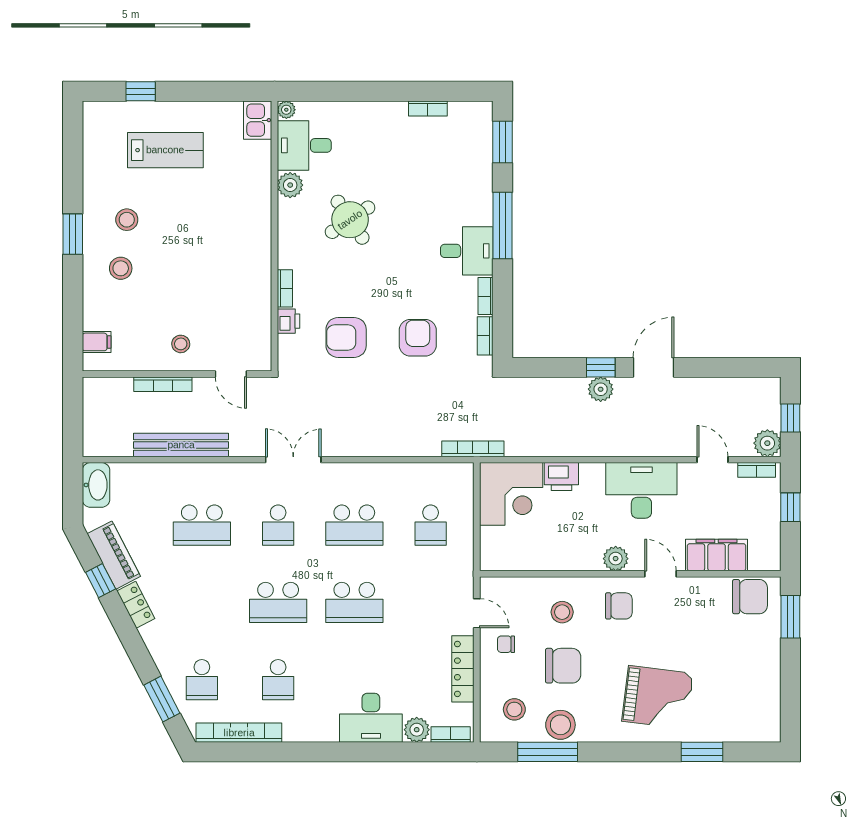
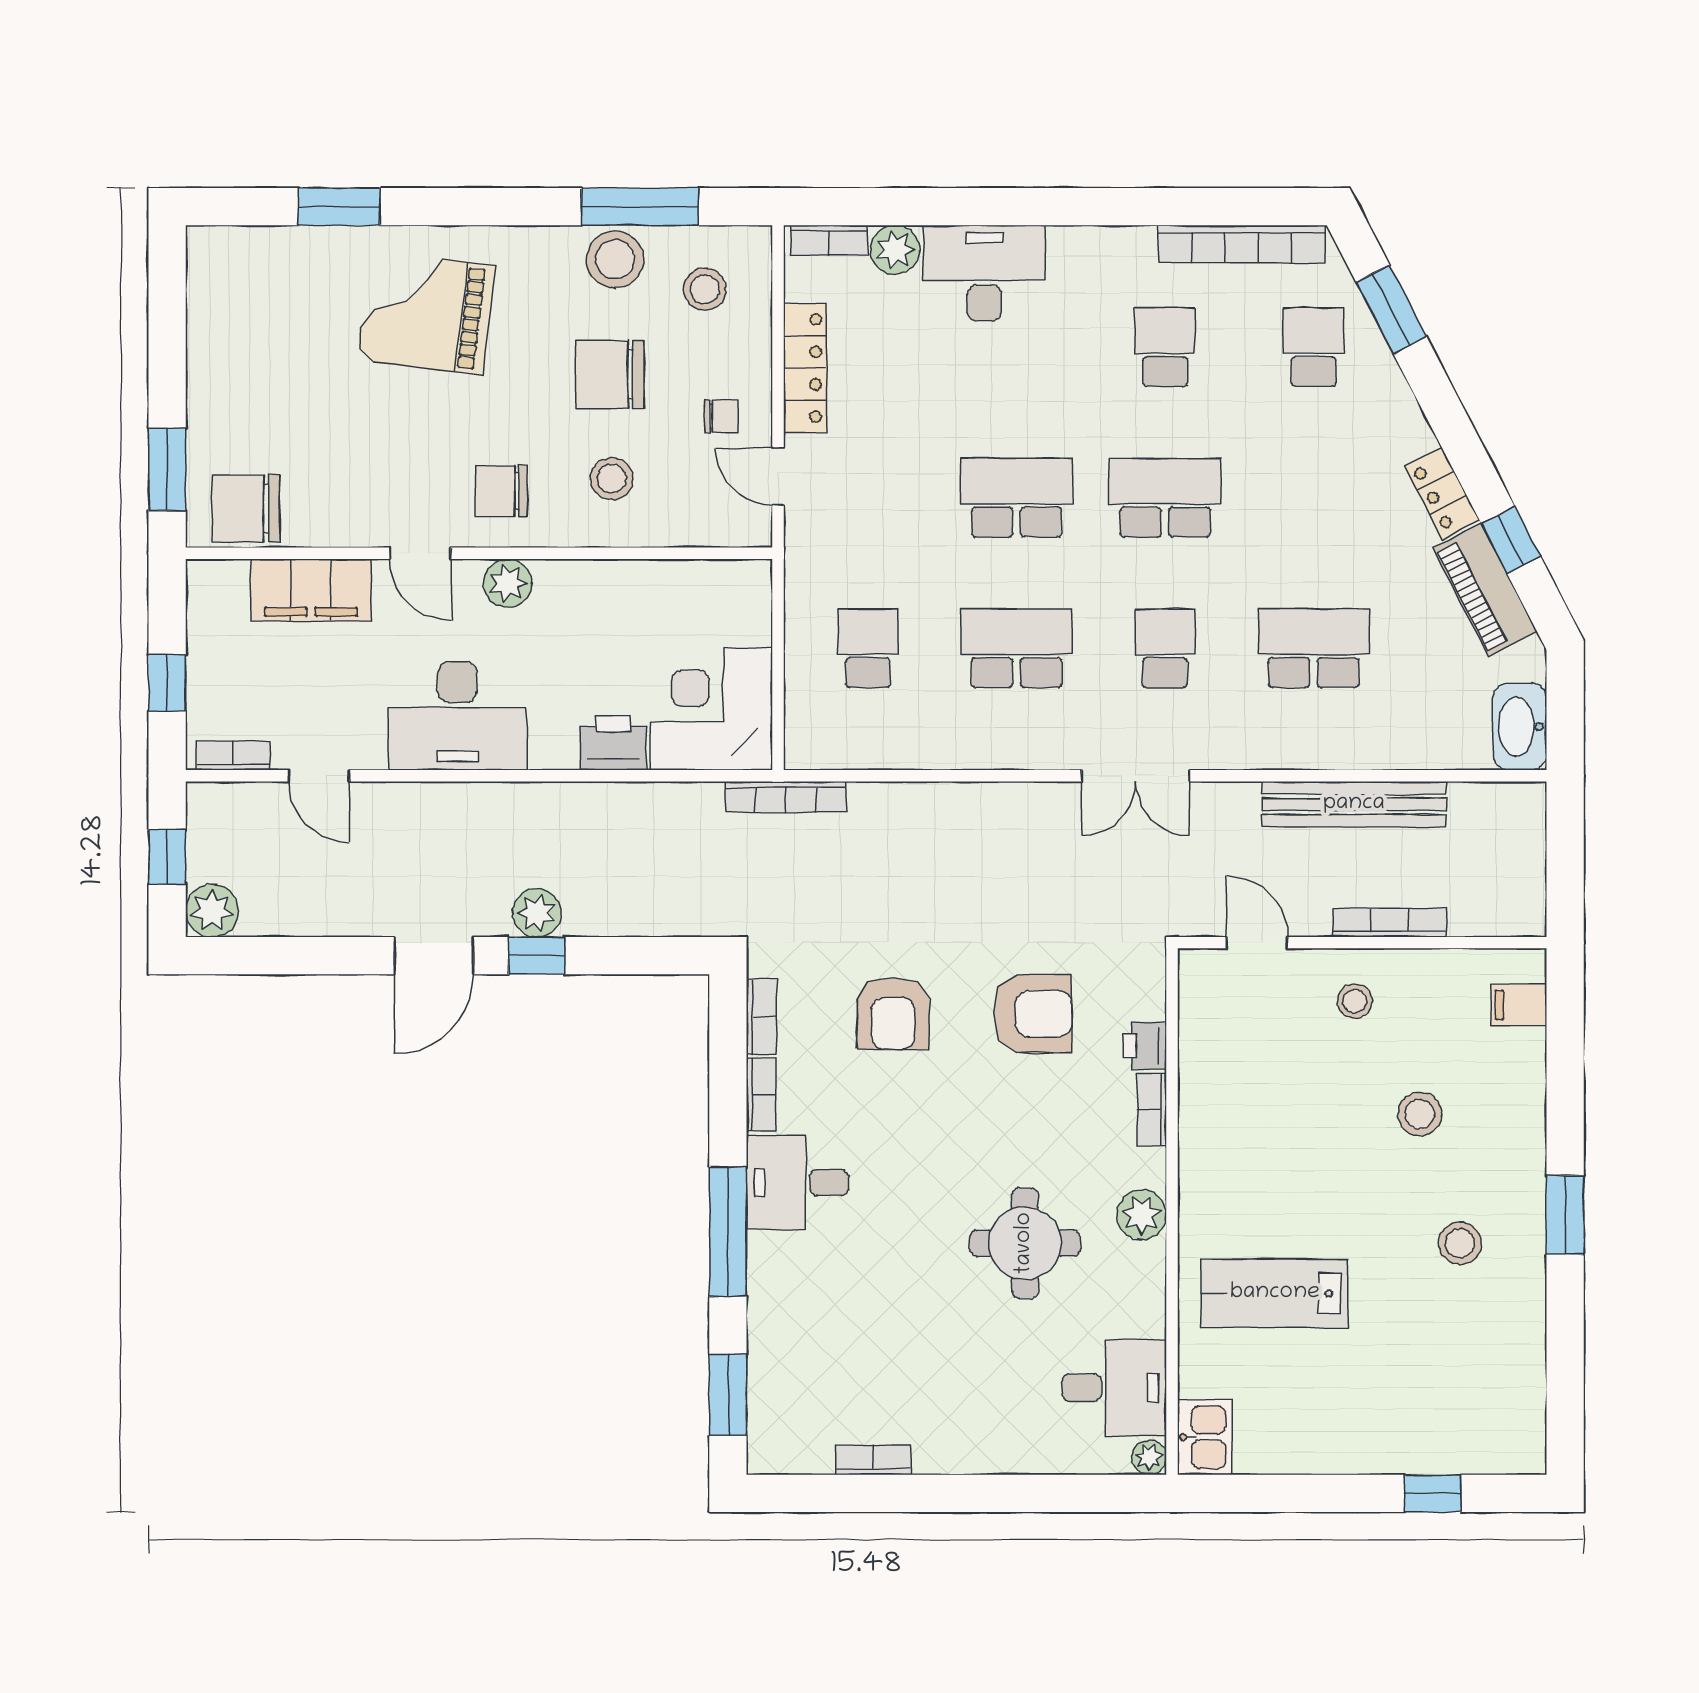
lab bench: (165, 150) -> (1275, 1293), moved
plant: (290, 185) -> (1142, 1215), moved
round table: (350, 220) -> (1025, 1243), turned 34
stool: (121, 268) -> (1420, 1114), moved
plant: (767, 443) -> (212, 911), moved

